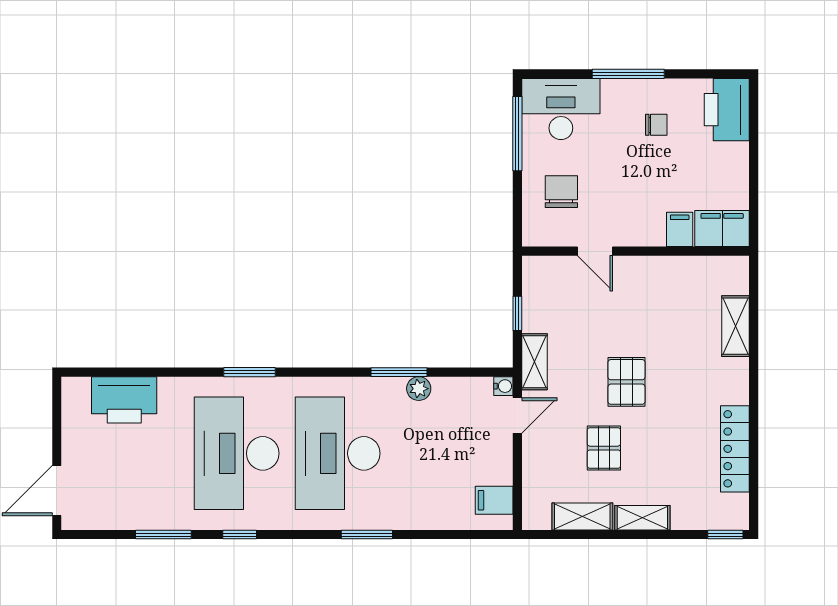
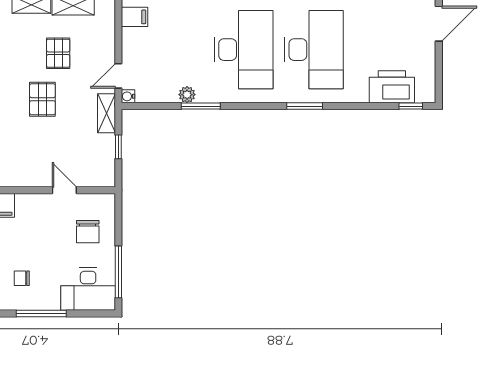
window: (97, 372) -> (411, 106), added

